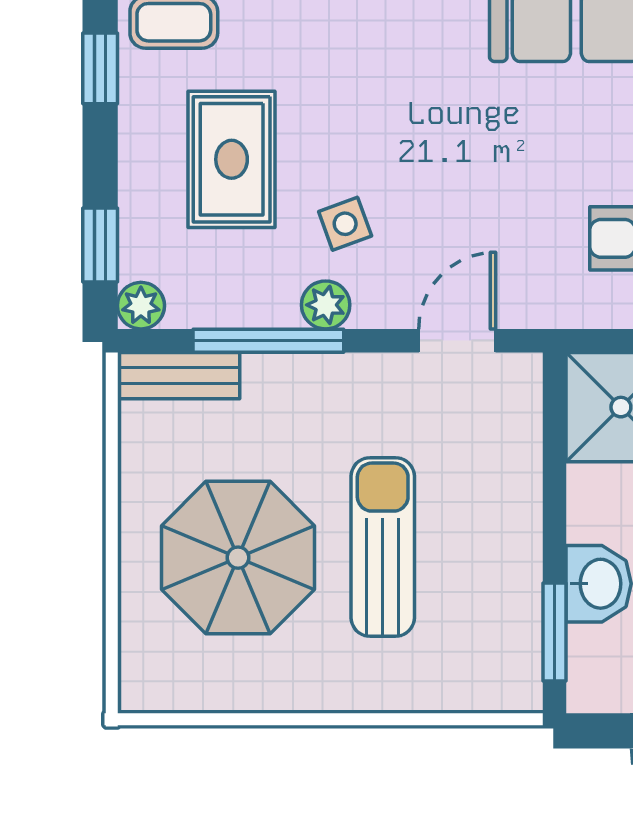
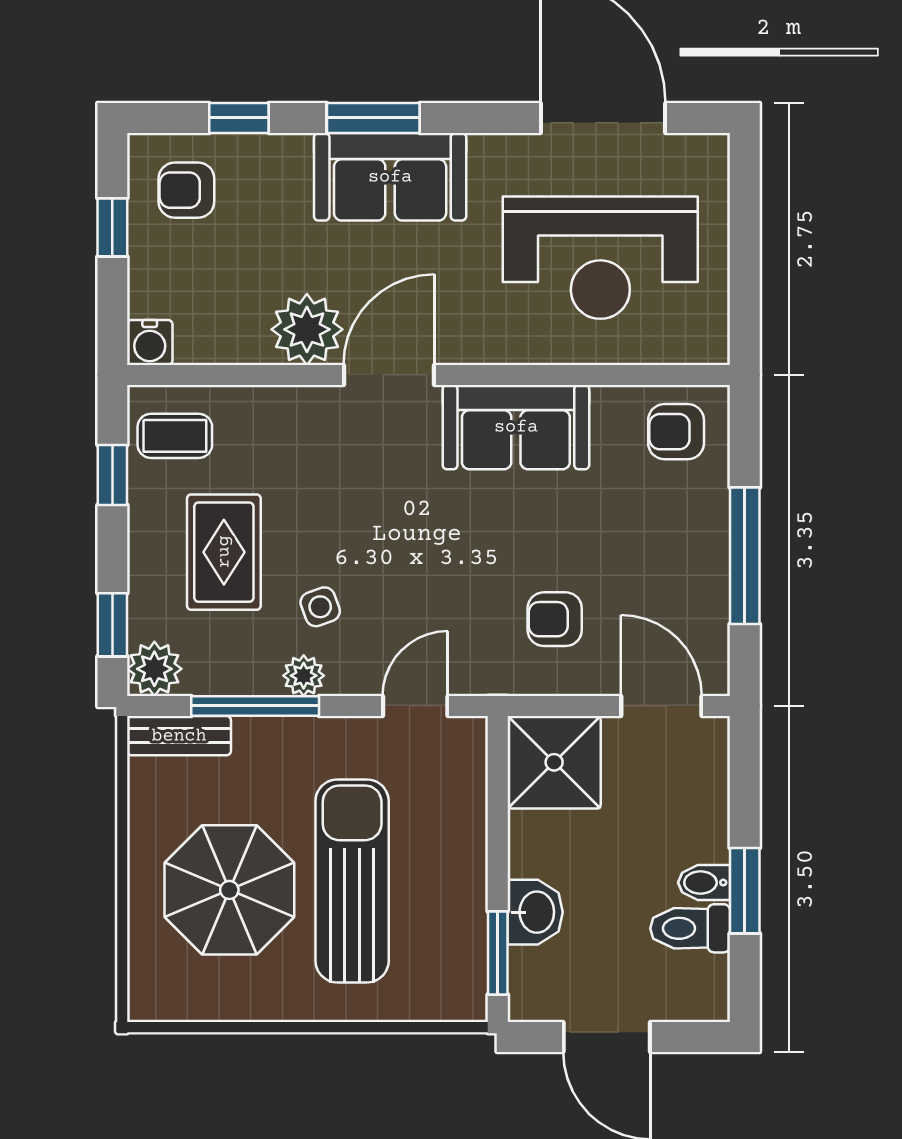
plant: (141, 306) -> (154, 669), width x1.38, depth x1.38
sun lounger: (383, 547) -> (352, 881), width x1.36, depth x1.34

